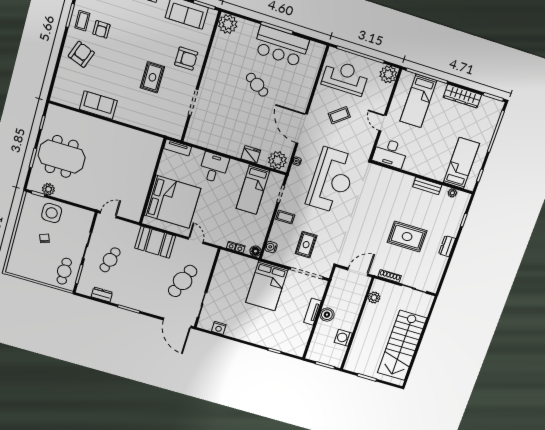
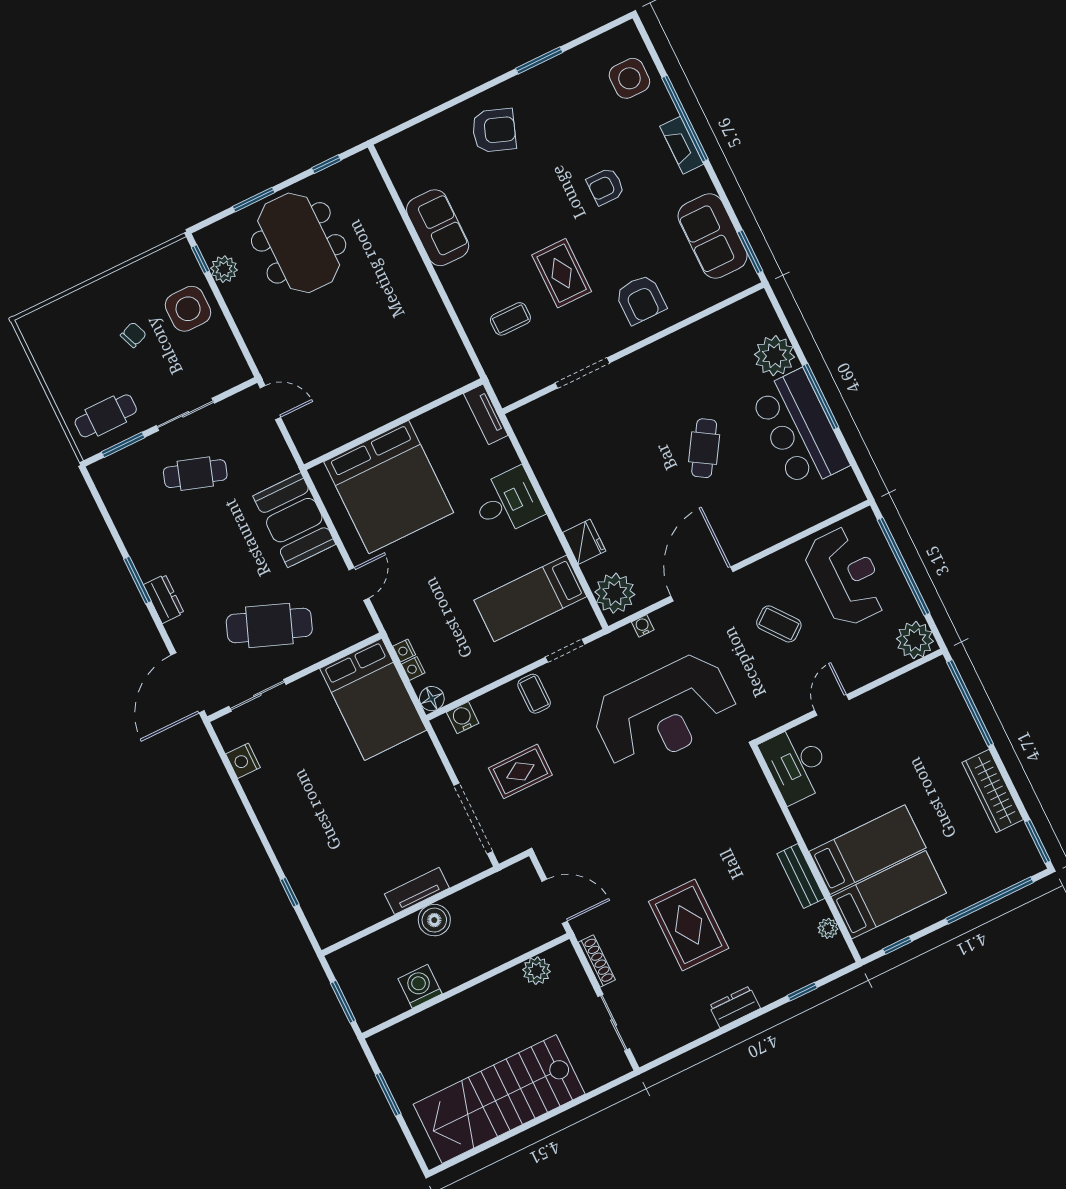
coffee table: (82, 21) -> (510, 319), moved
plant: (228, 24) -> (775, 356), moved
armchair: (101, 29) -> (606, 186), moved
rug: (152, 77) -> (562, 273), turned 90
bed: (418, 101) -> (867, 850), moved, turned 180
bed: (267, 286) -> (373, 699), moved, turned -90
dresser: (102, 294) -> (164, 599), moved

